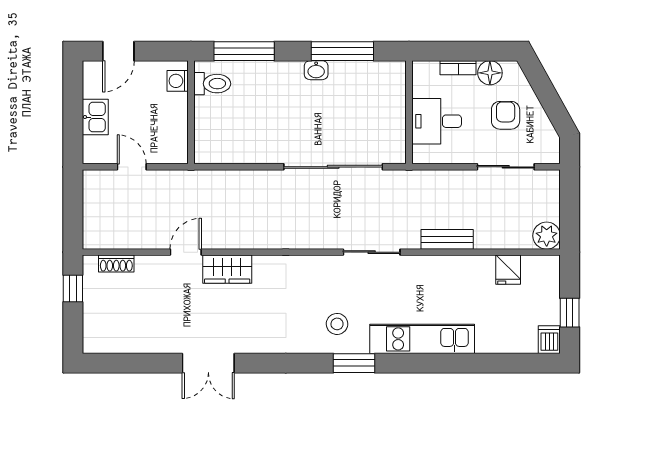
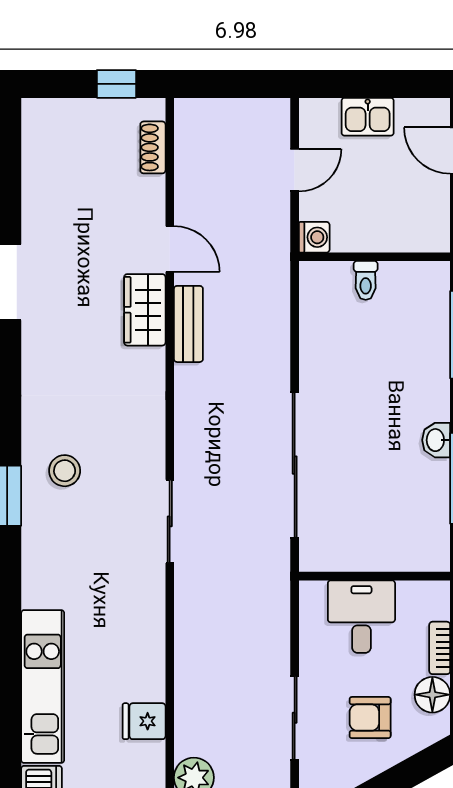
washing machine: (178, 81) -> (314, 237), moved, turned 90
toilet: (212, 84) -> (366, 280), moved, width x0.73, depth x0.72
armchair: (506, 115) -> (370, 718), turned 180
bench: (447, 239) -> (188, 324), moved
kitchen unit: (422, 339) -> (43, 687), moved

